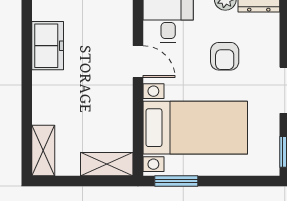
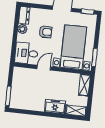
freezer: (48, 46) -> (55, 106), moved

